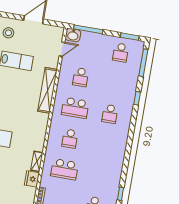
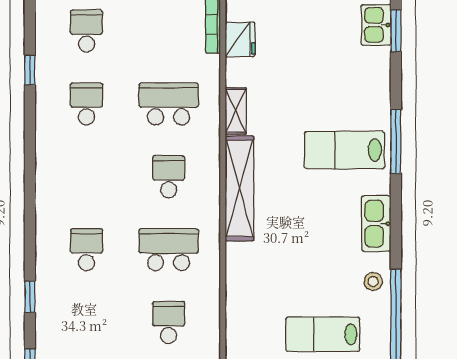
shelving: (48, 90) -> (239, 188), moved
school desk: (99, 175) -> (86, 104), added
fridge: (32, 179) -> (240, 39), moved

